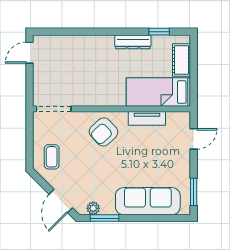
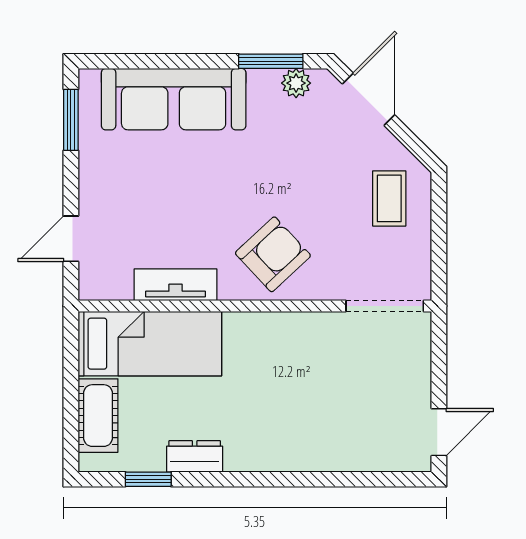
dresser: (133, 42) -> (195, 456), width x0.70

